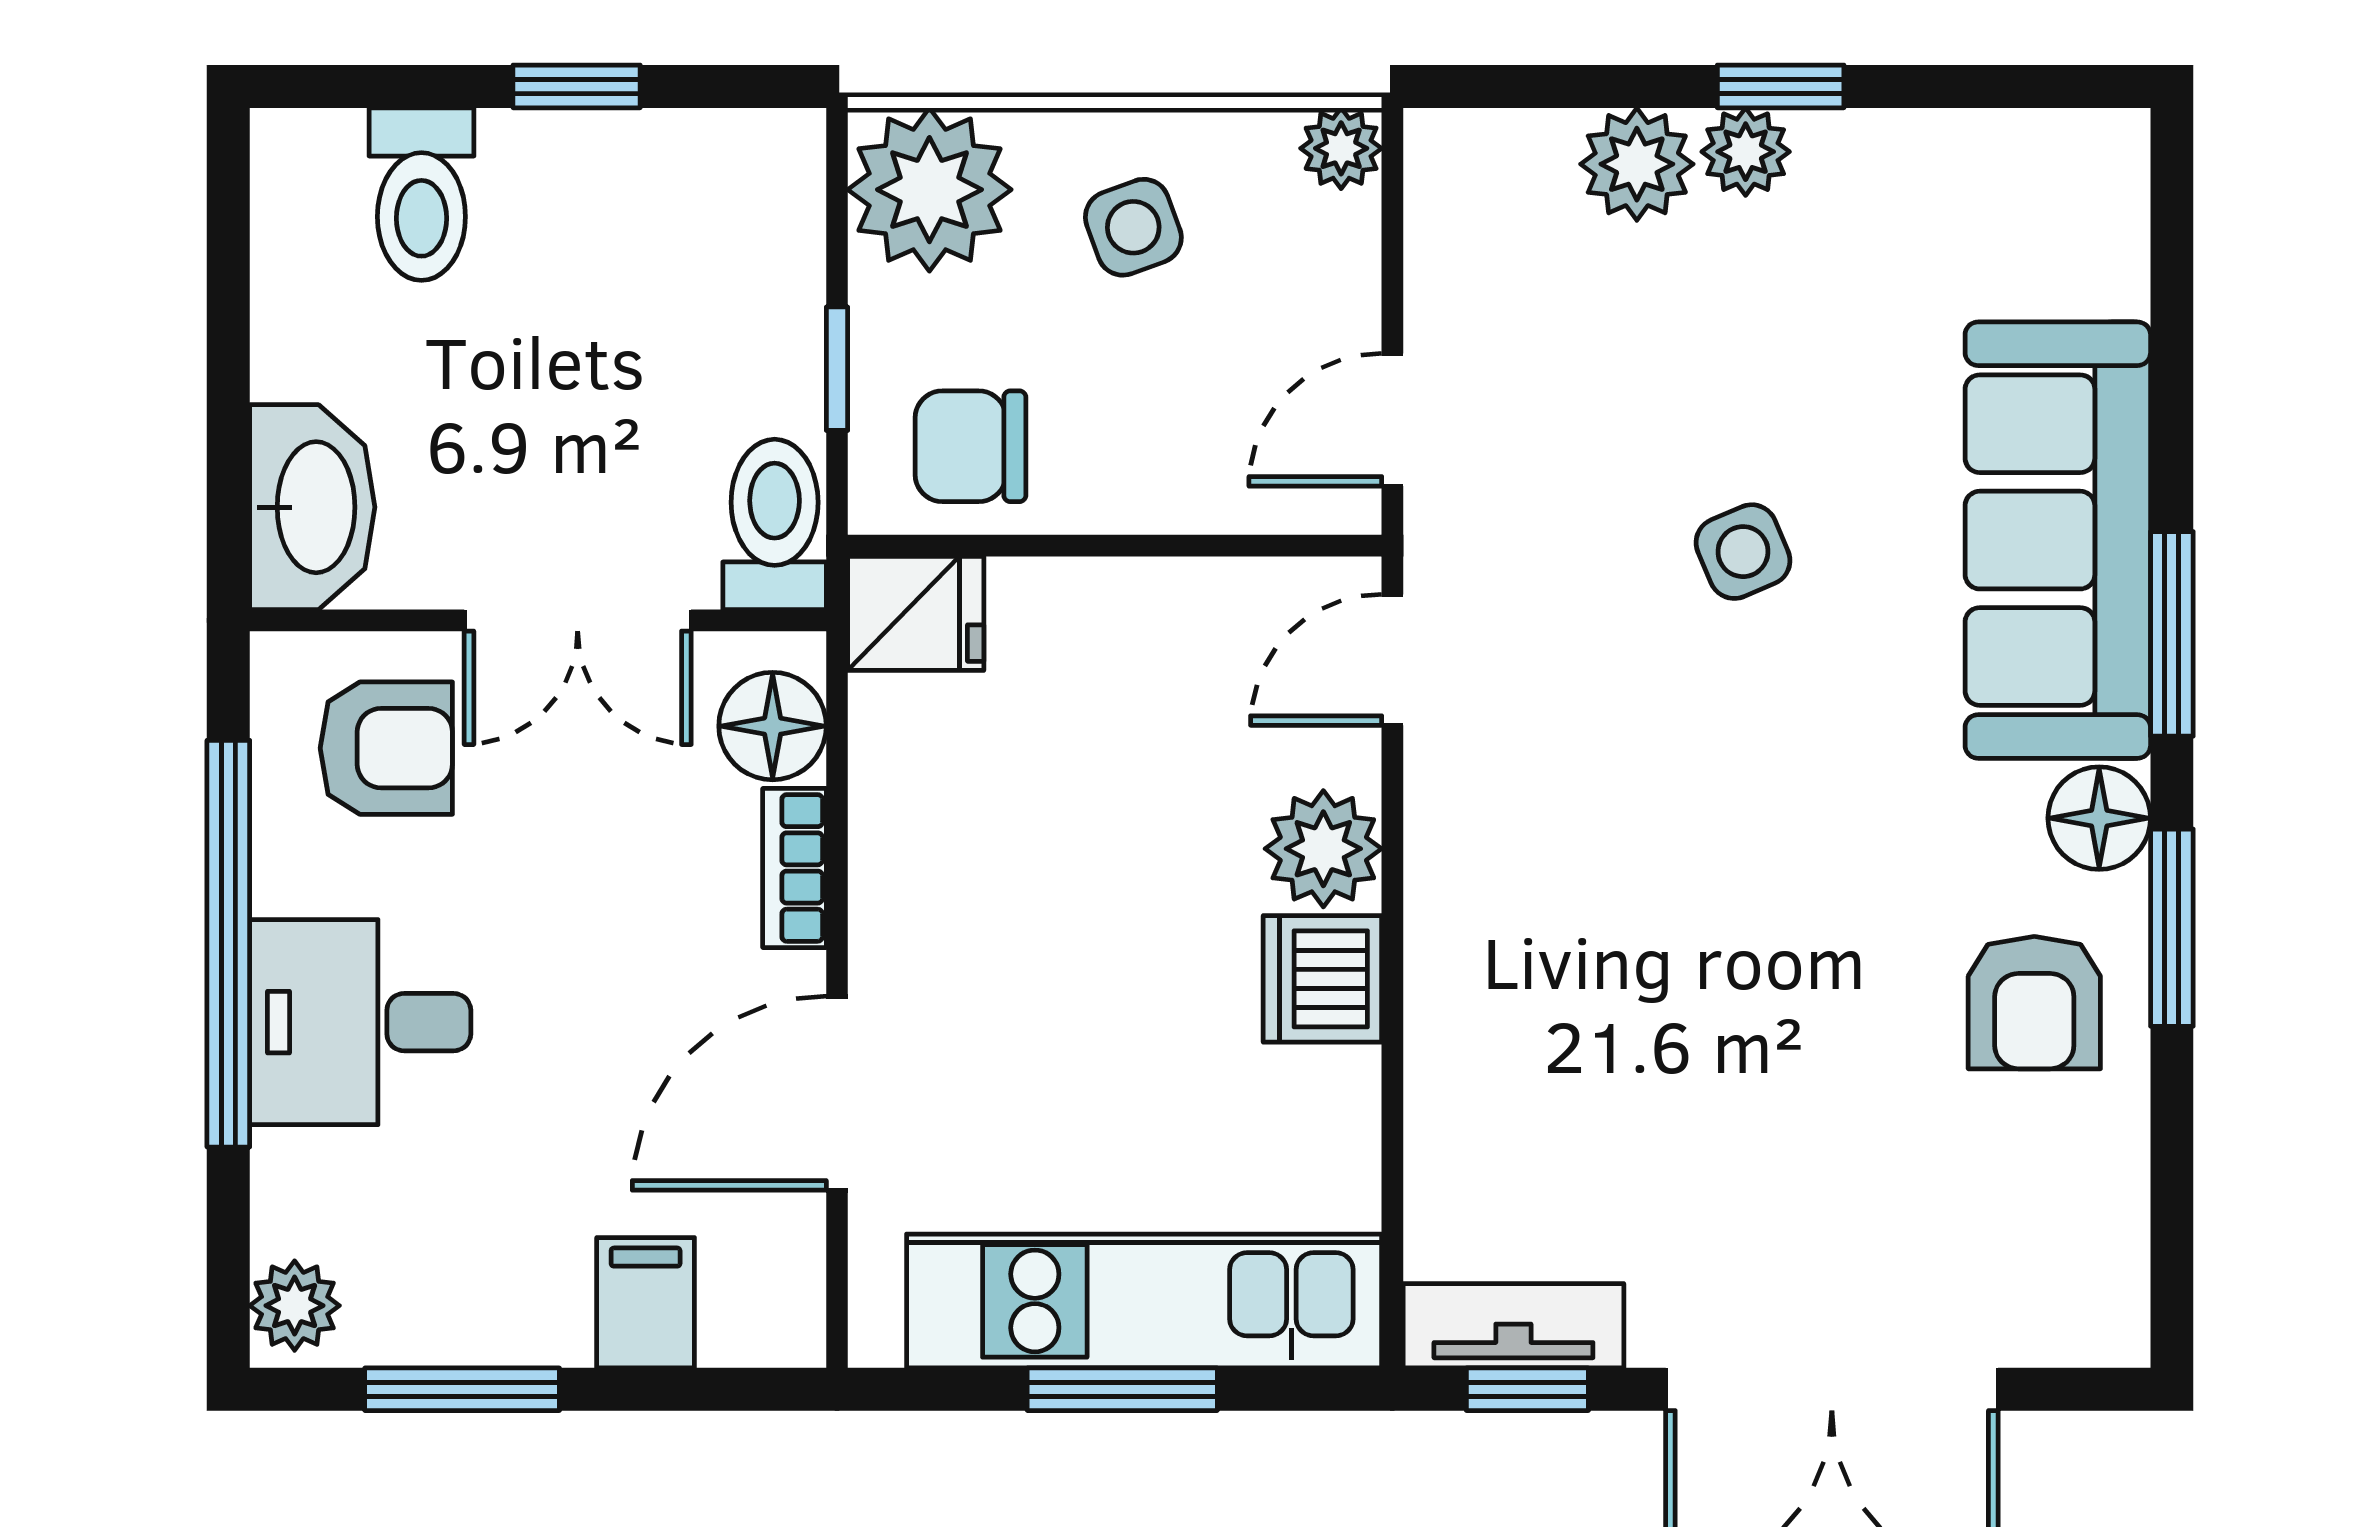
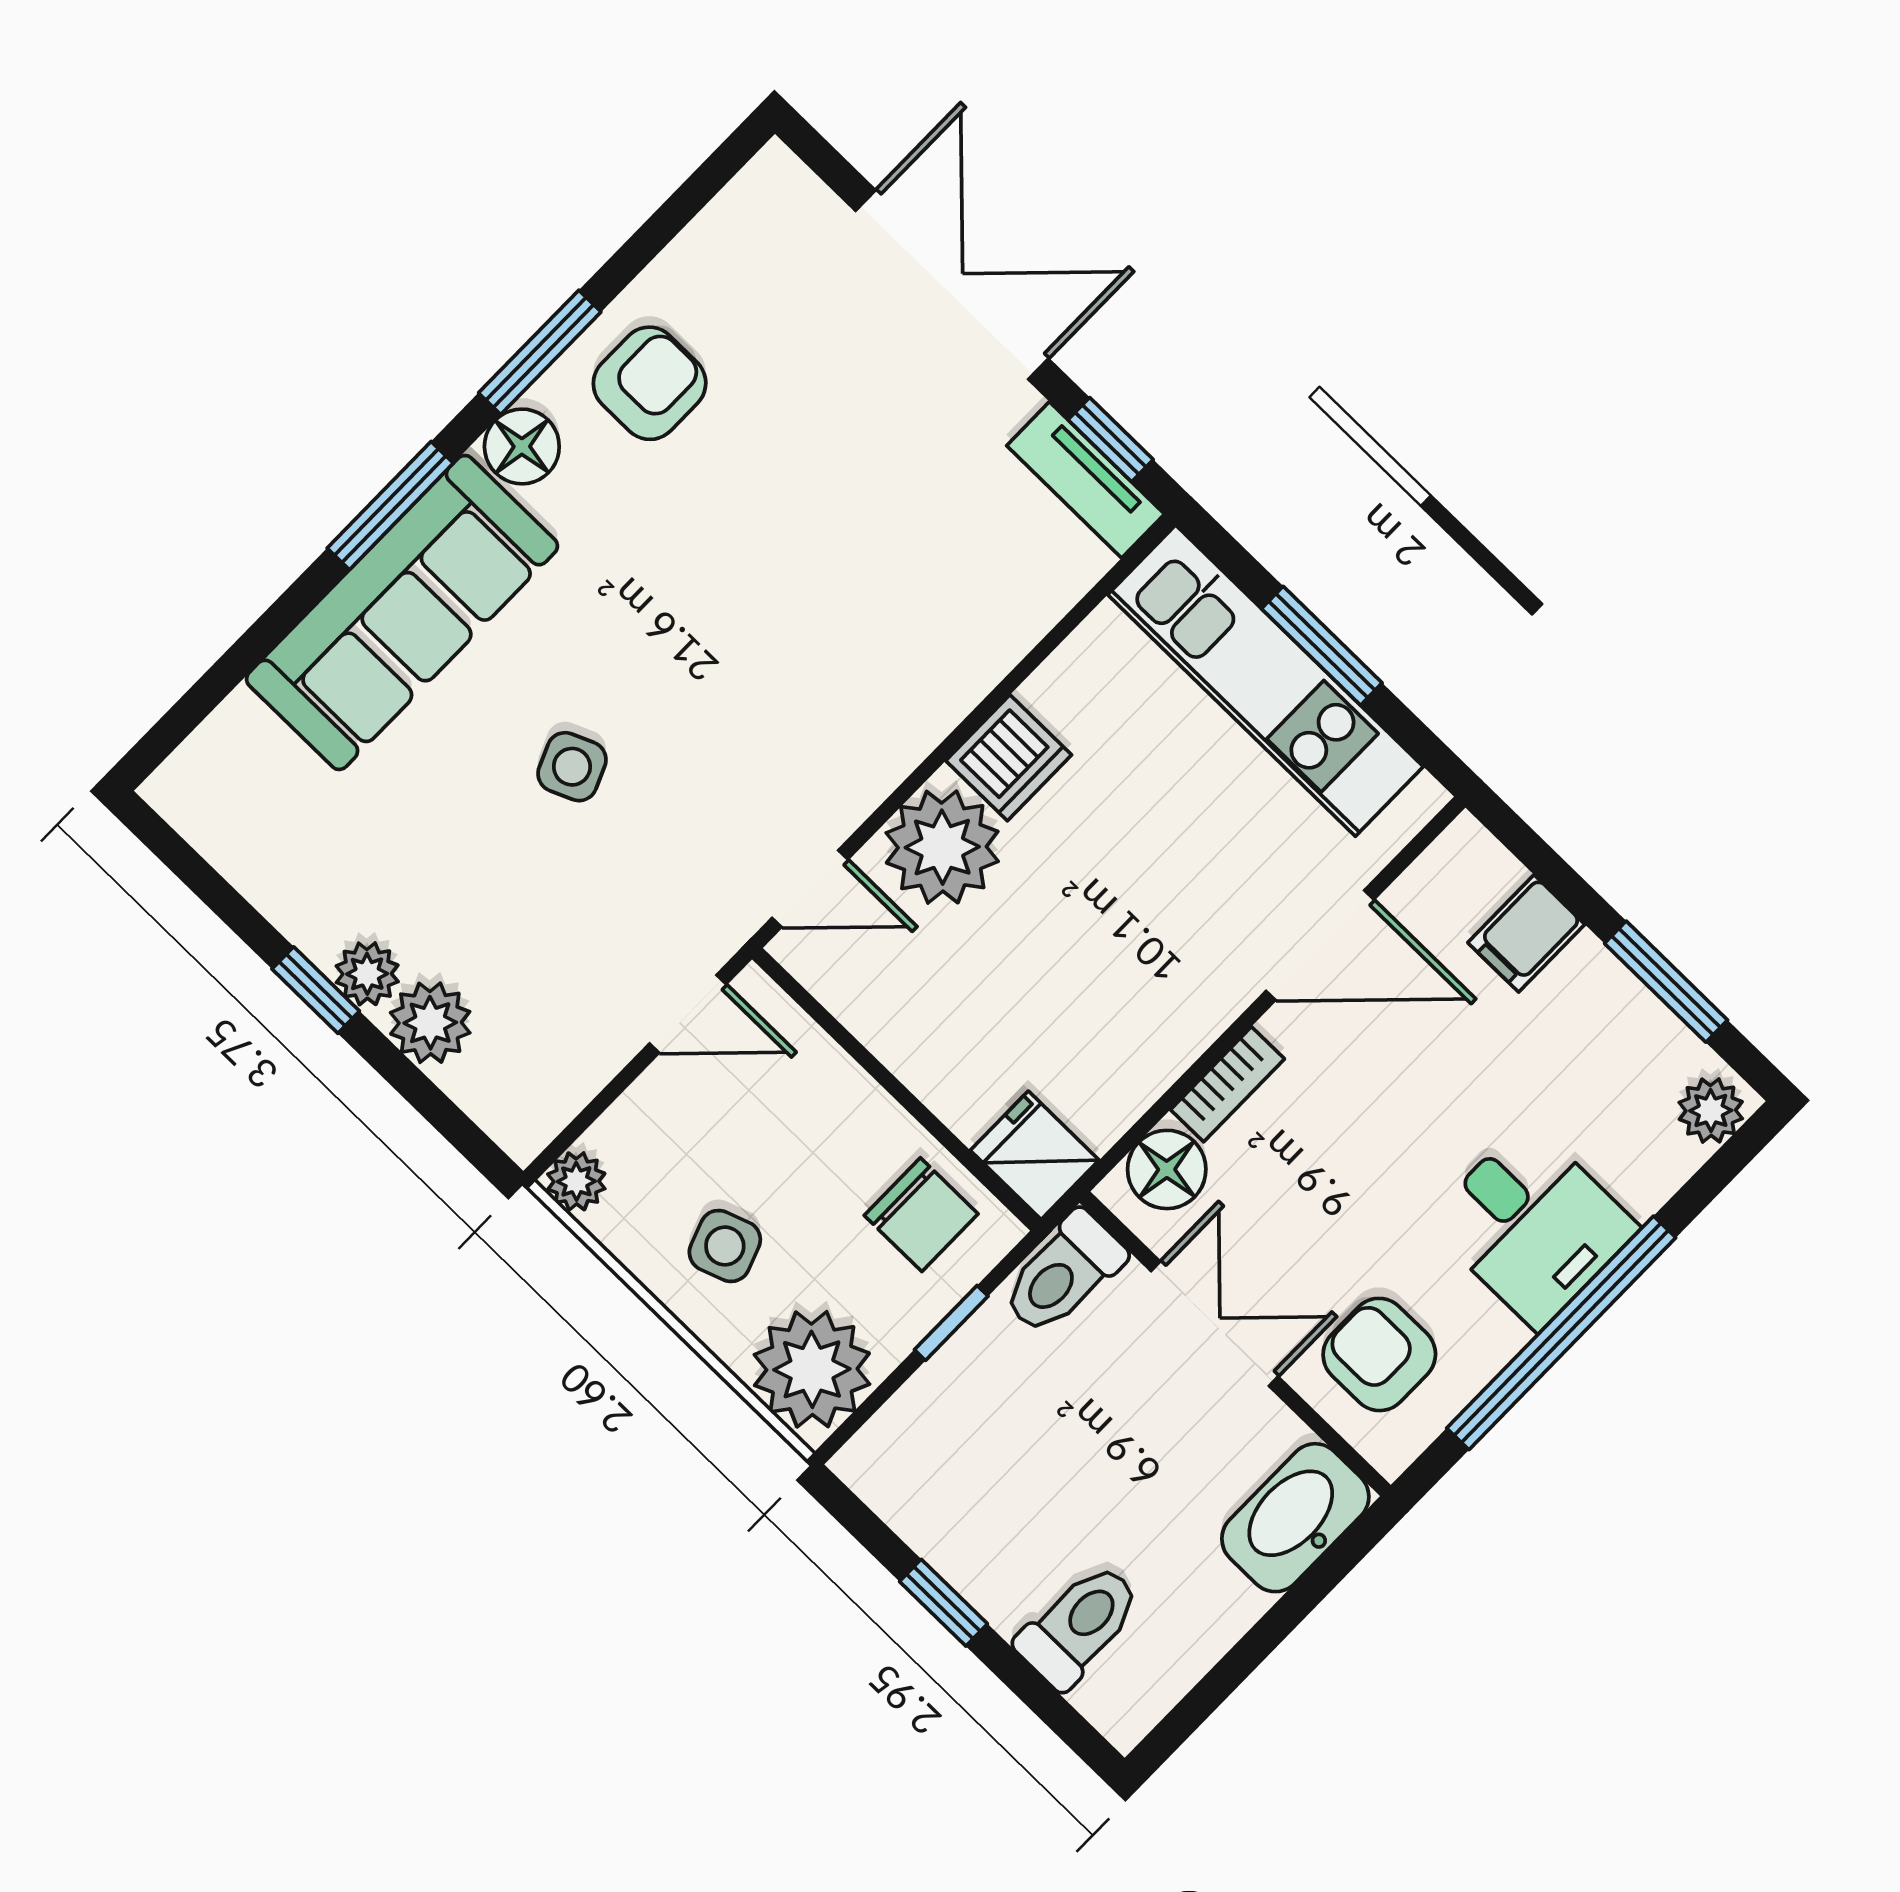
plant: (1323, 849) -> (942, 847), width x1.36, depth x1.36

